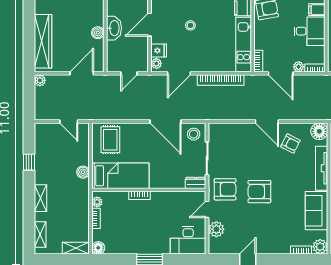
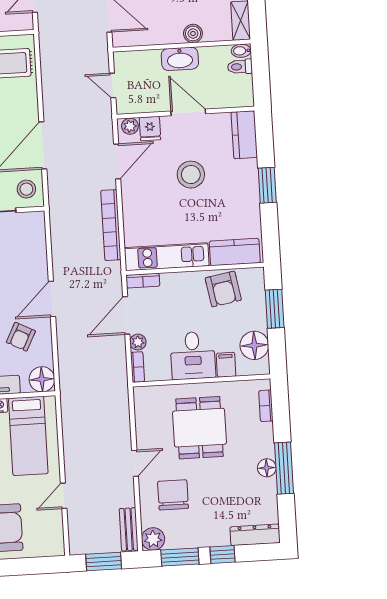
stool: (190, 25) -> (191, 175), width x1.89, depth x1.89
boiler: (98, 33) -> (193, 34), moved
door: (179, 73) -> (117, 161), swing flipped

